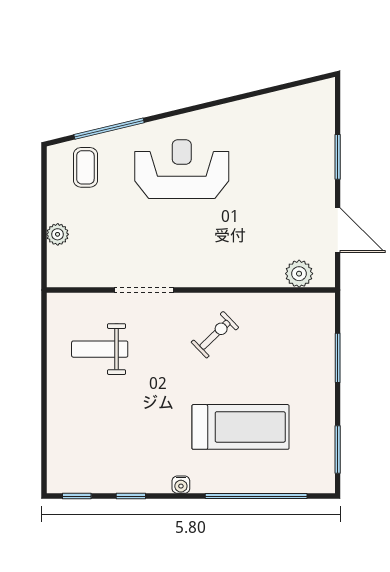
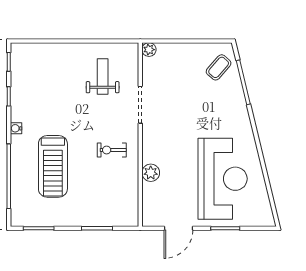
coffee table: (85, 167) -> (219, 67), turned -49
reception desk: (182, 169) -> (223, 179), moved, width x1.36, depth x1.30
plant: (58, 234) -> (149, 50), moved
plant: (299, 274) -> (151, 173), moved
exercise bike: (215, 335) -> (112, 150), turned 134

